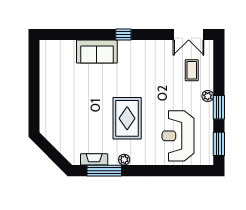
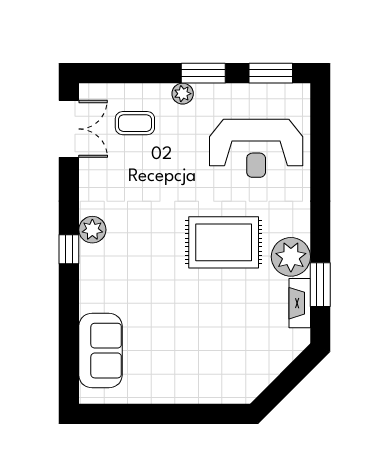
plant: (134, 47) -> (92, 230), added
sofa: (97, 51) -> (100, 351), moved
plant: (124, 160) -> (291, 257), width x1.87, depth x1.87
window: (104, 171) -> (320, 285), width x0.69

